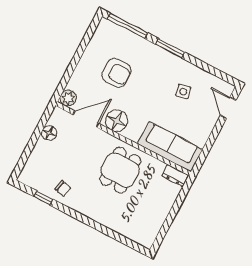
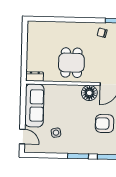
sofa: (170, 147) -> (34, 105), moved, turned -90

